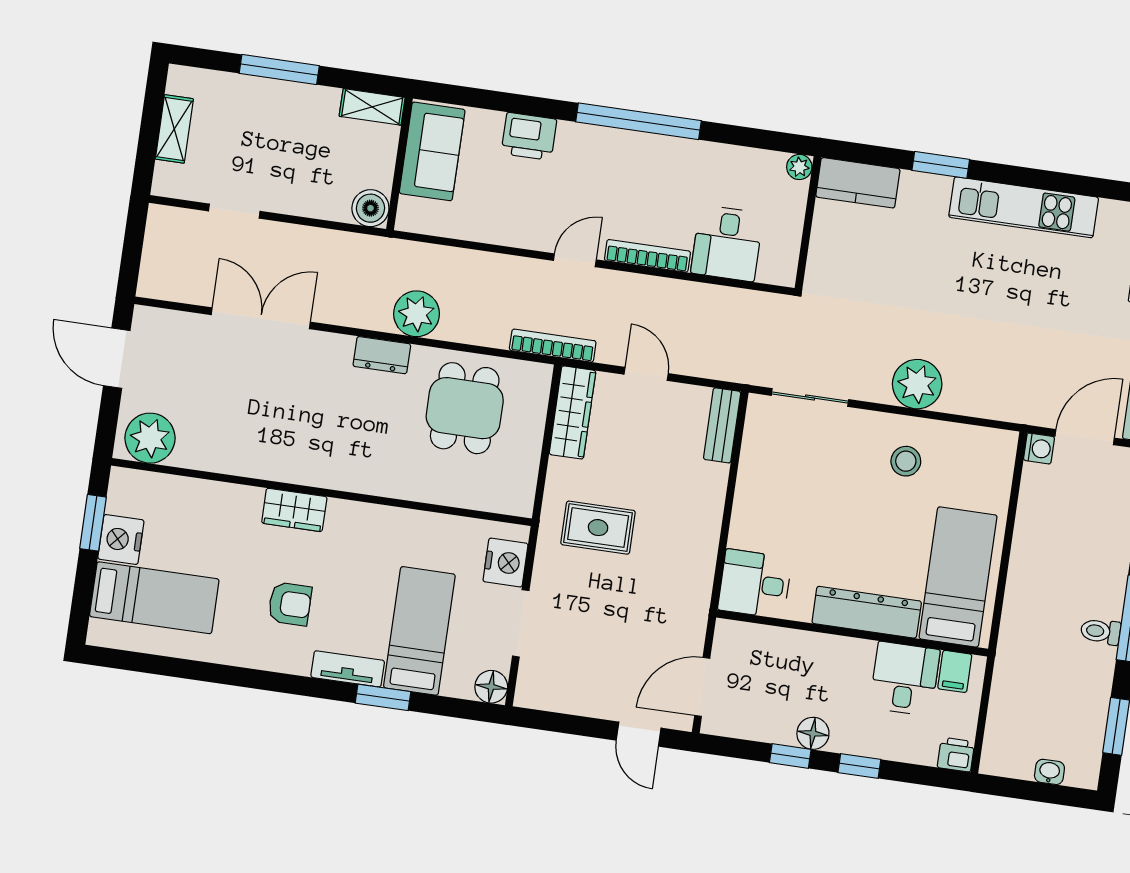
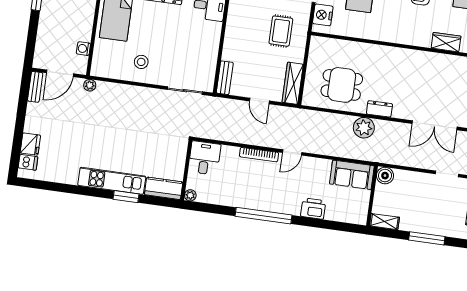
sofa: (432, 151) -> (352, 175), moved, turned -90
kitchen unit: (1024, 207) -> (112, 181), moved
desk: (727, 243) -> (204, 158), moved
bookcase: (553, 346) -> (302, 114), removed
plant: (917, 384) -> (90, 85), moved, width x0.53, depth x0.53
dining table: (465, 408) -> (342, 85), turned 90
washing machine: (1039, 448) -> (83, 49), moved
wardrobe: (294, 510) -> (446, 42), moved
rug: (598, 528) -> (281, 31), turned 90

